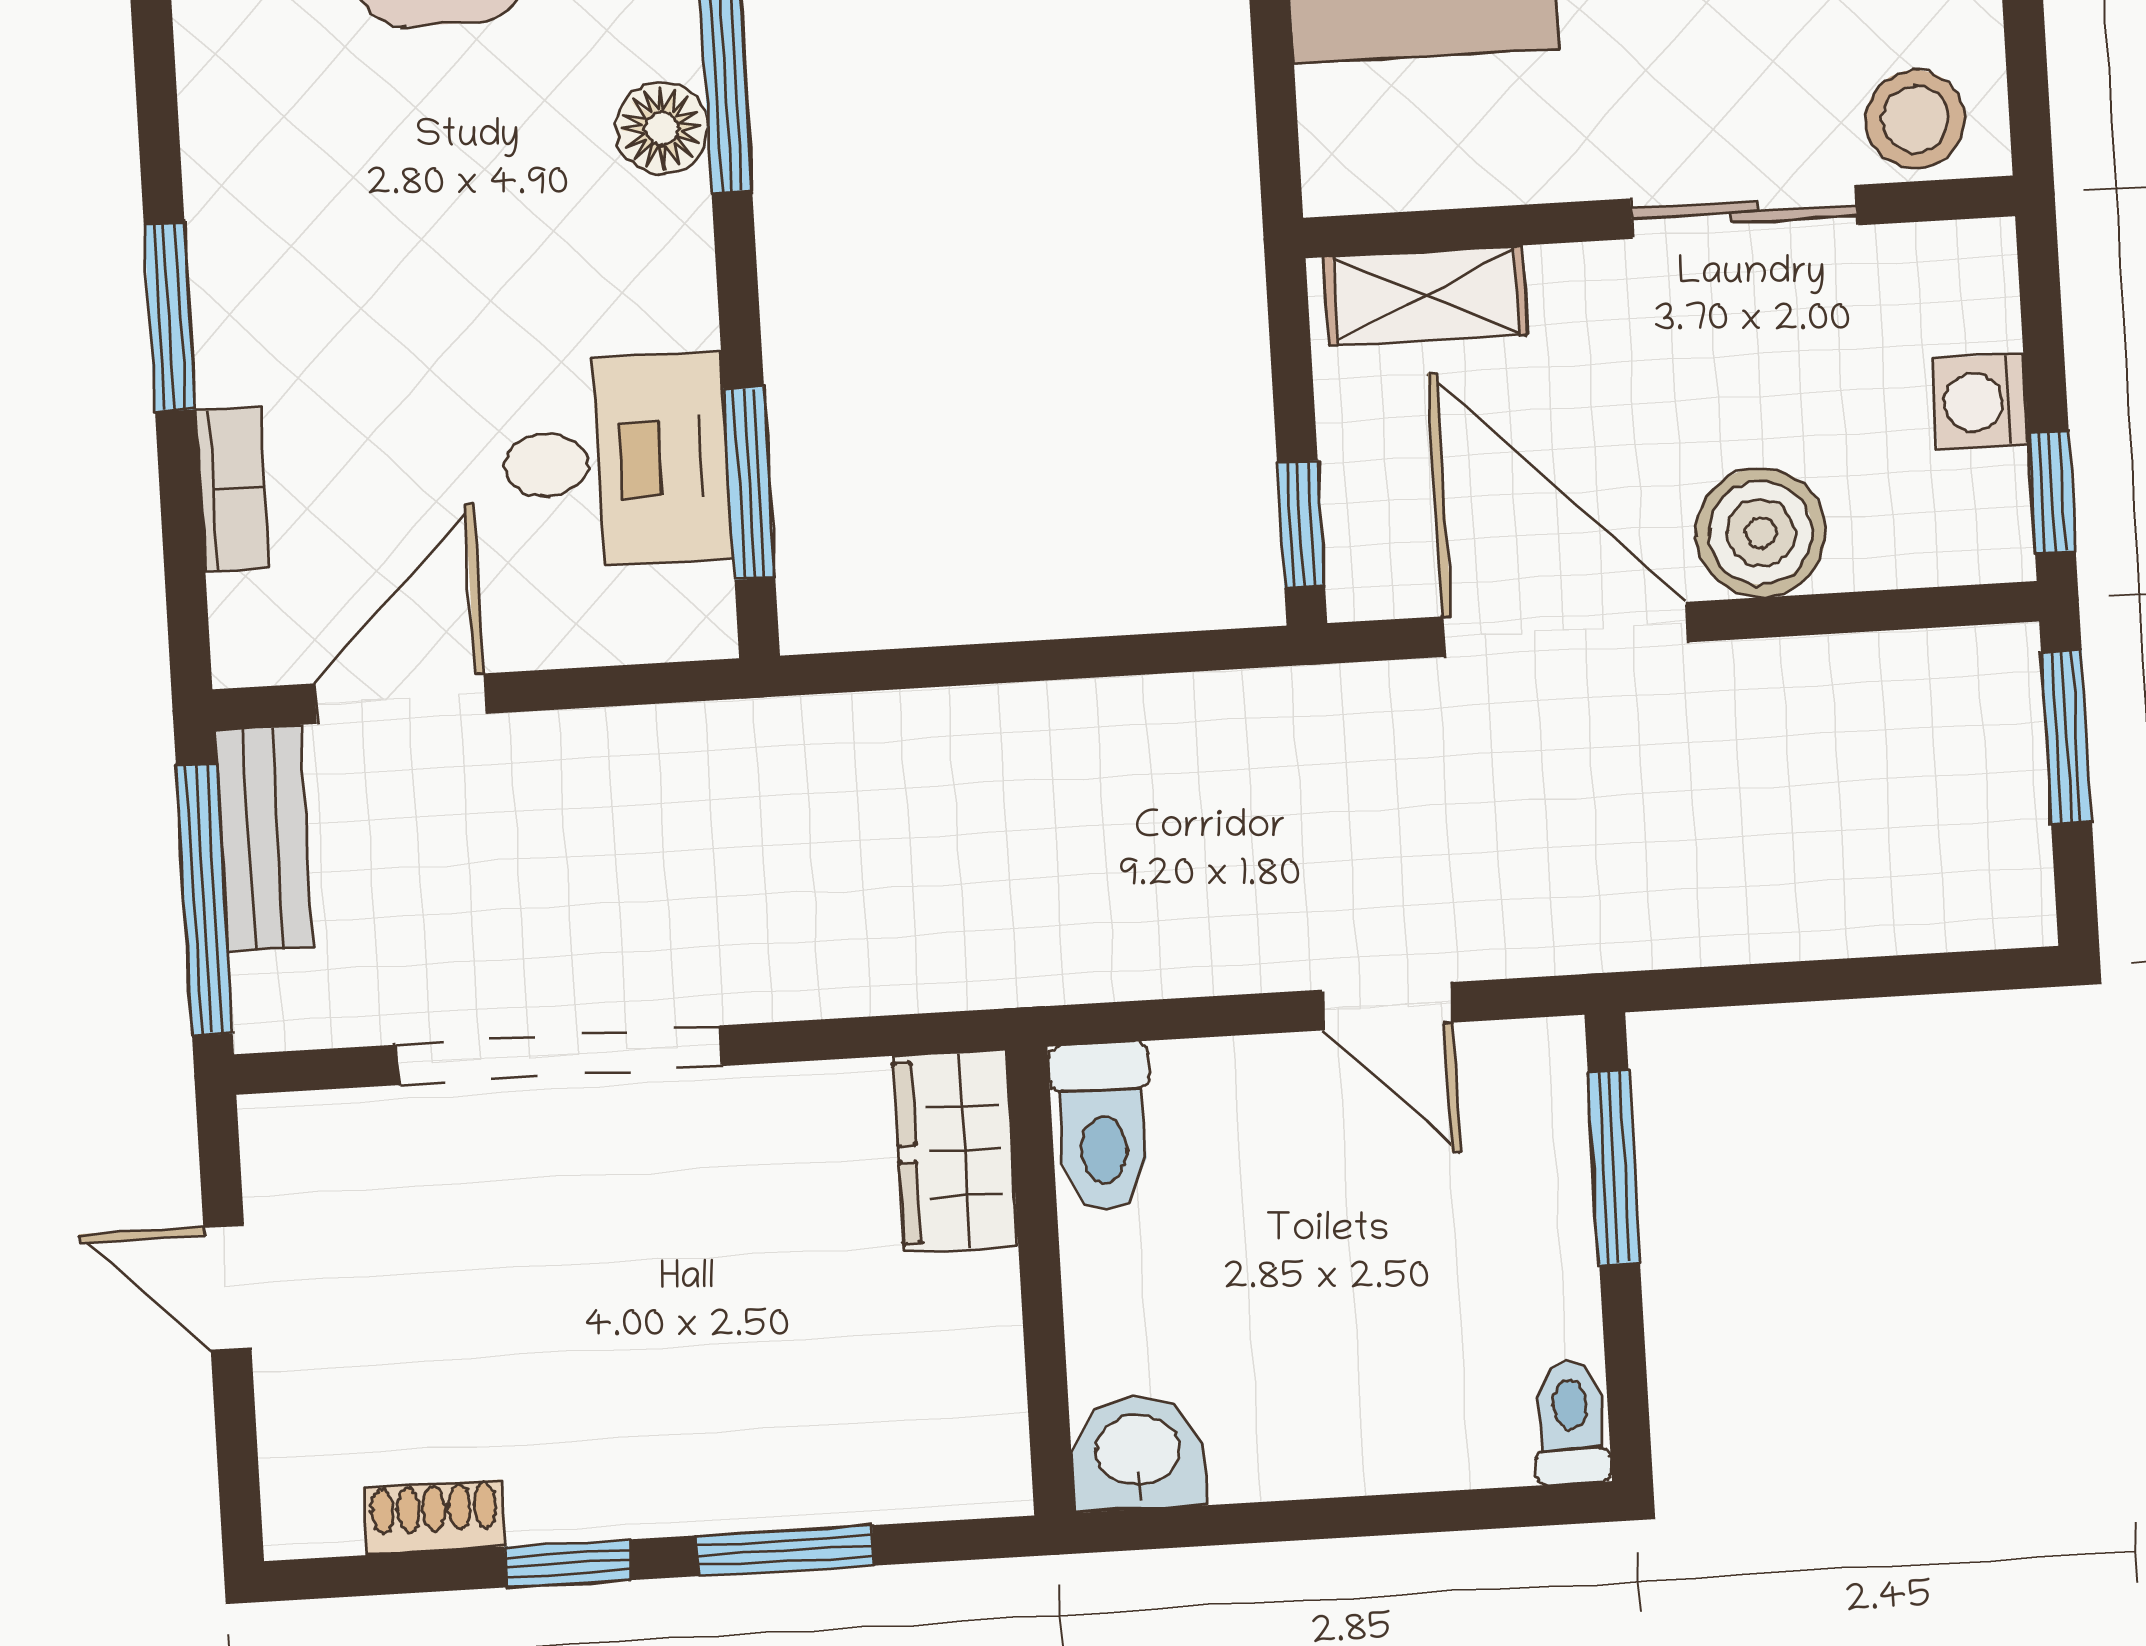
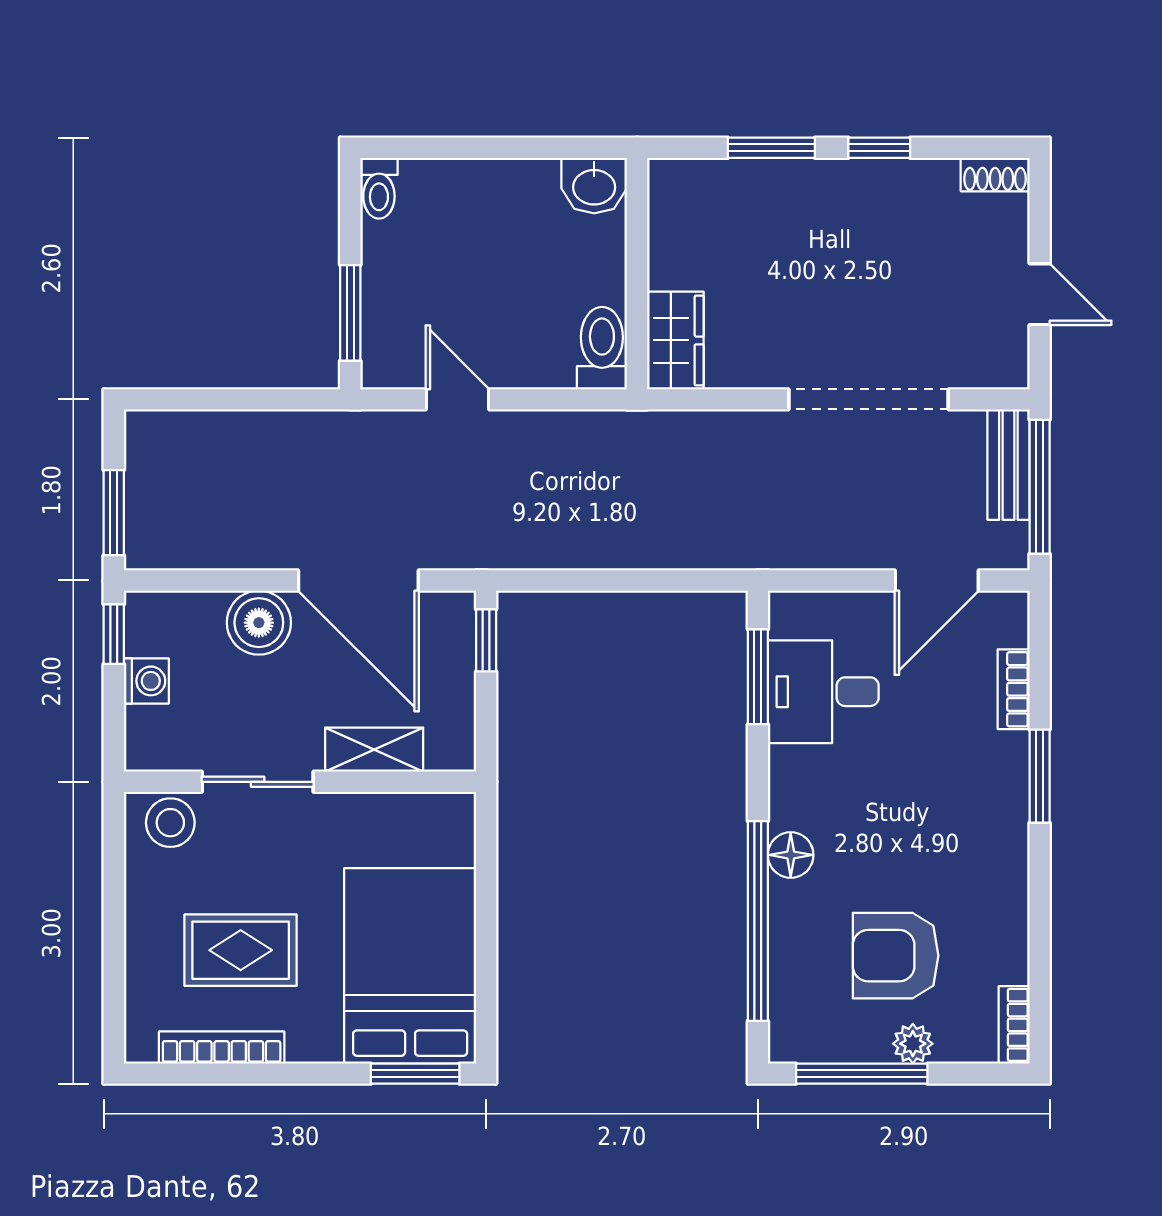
shelving: (1426, 296) -> (374, 750), moved
bench: (264, 839) -> (1008, 465), moved
shoe rack: (434, 1517) -> (995, 175), moved

